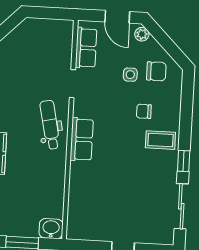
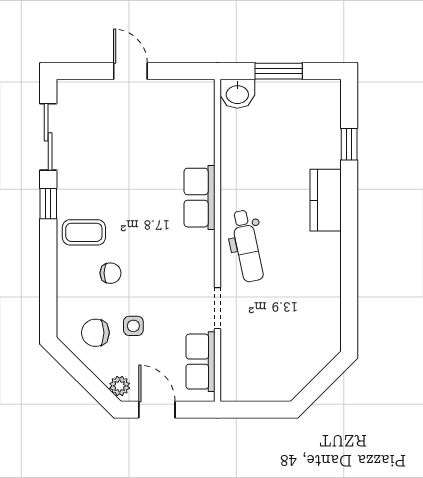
row of seats: (82, 139) -> (199, 198), moved

